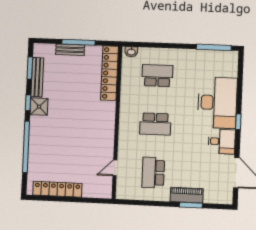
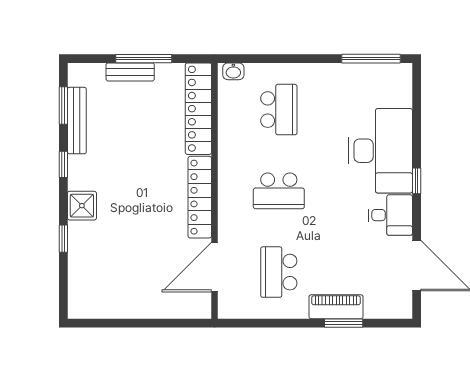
school desk: (157, 76) -> (279, 110), turned 90
shower: (39, 107) -> (82, 206), moved
window: (26, 147) -> (63, 239), width x0.32
door: (115, 168) -> (215, 267), width x1.88
locker: (57, 189) -> (200, 197), moved, turned -90

